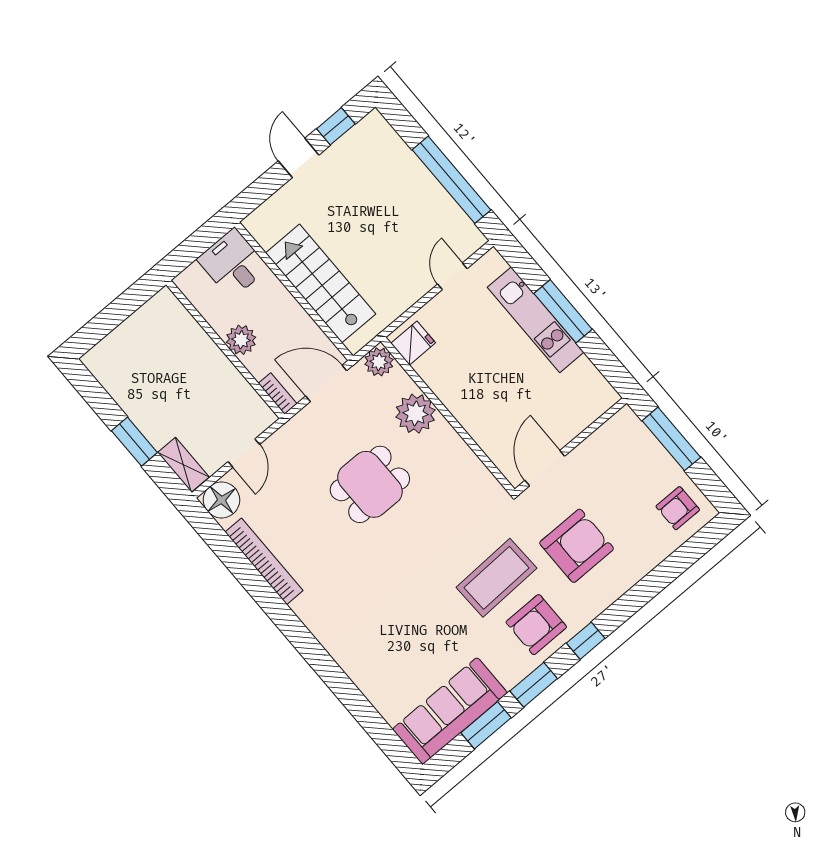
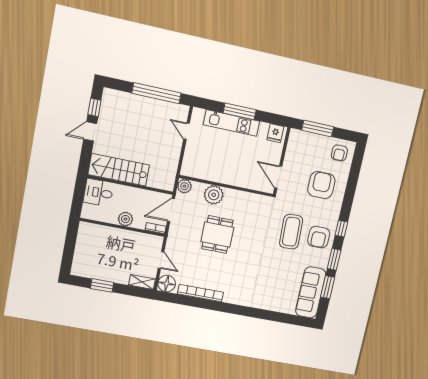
door: (299, 158) -> (90, 131), hinge flipped
stairs: (321, 283) -> (119, 170), moved
fridge: (413, 343) -> (275, 133), moved, turned 180
window: (134, 442) -> (102, 285), moved
armchair: (577, 546) -> (321, 185), moved

